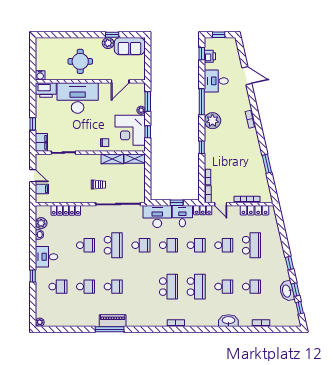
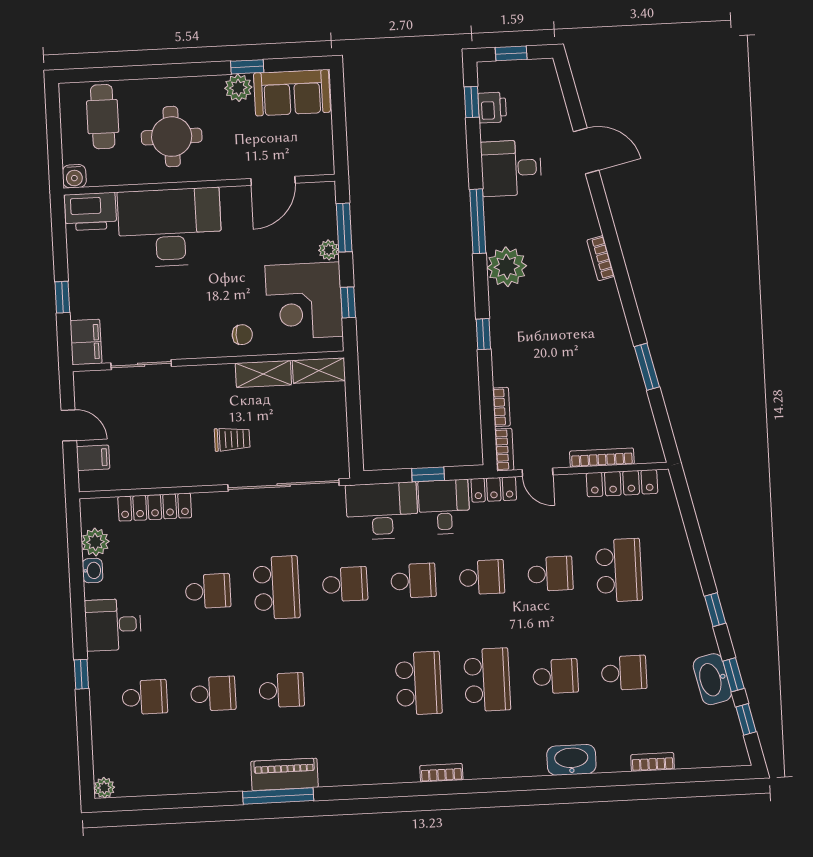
cafe table: (53, 52) -> (103, 117), added

